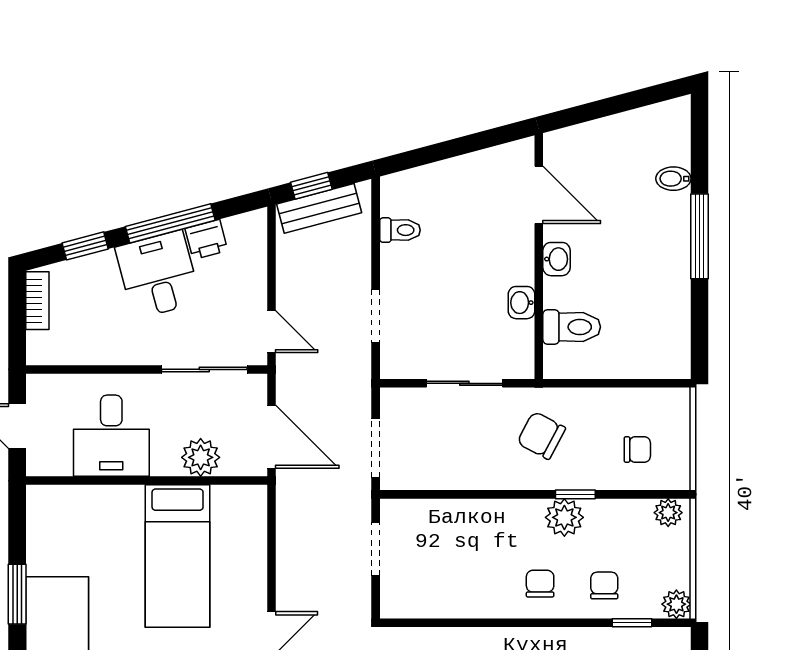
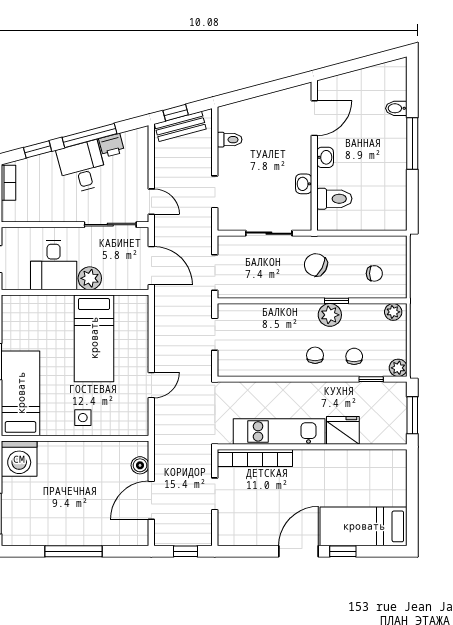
door: (539, 195) -> (314, 118), hinge flipped
plant: (201, 457) -> (90, 278), moved

